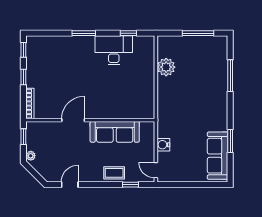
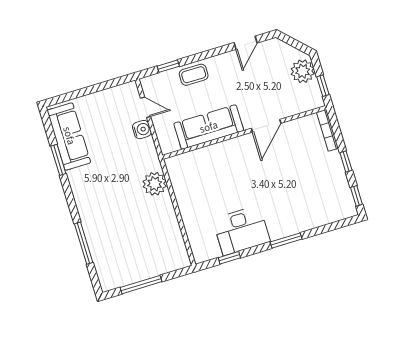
plant: (166, 67) -> (155, 184), moved
plant: (31, 156) -> (303, 71), width x1.87, depth x1.87
door: (156, 170) -> (146, 107), moved

